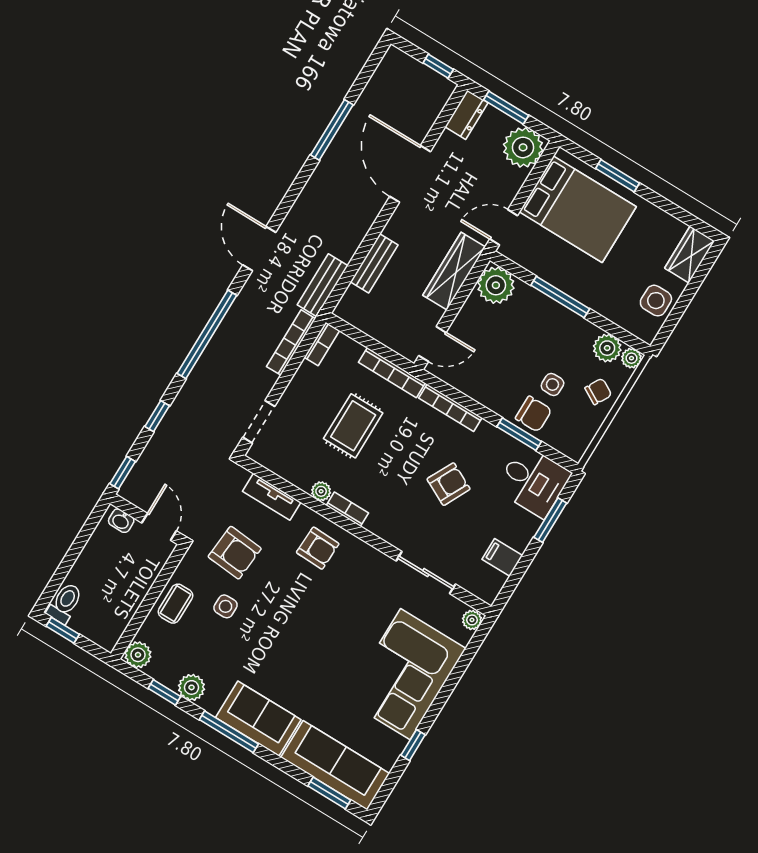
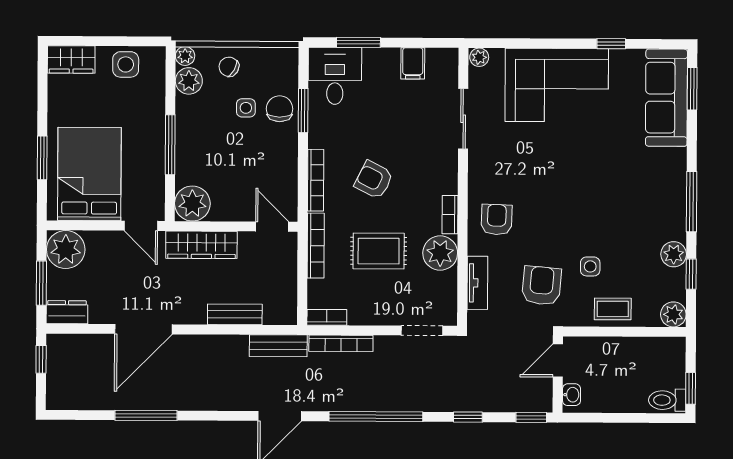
armchair: (449, 484) -> (374, 180), moved
plant: (321, 491) -> (440, 253), width x1.88, depth x1.88
sofa: (258, 719) -> (666, 184), removed

